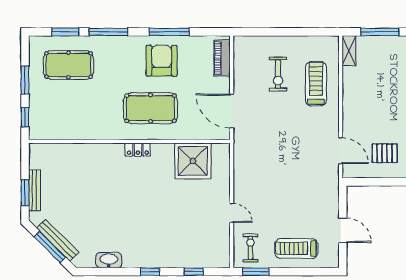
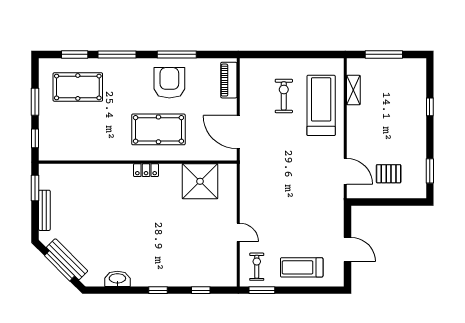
shelving: (349, 51) -> (353, 90), moved
exercise bike: (278, 74) -> (284, 96), turned 180
treadmill: (316, 84) -> (321, 105), width x1.37, depth x1.38
window: (25, 193) -> (35, 188), moved

